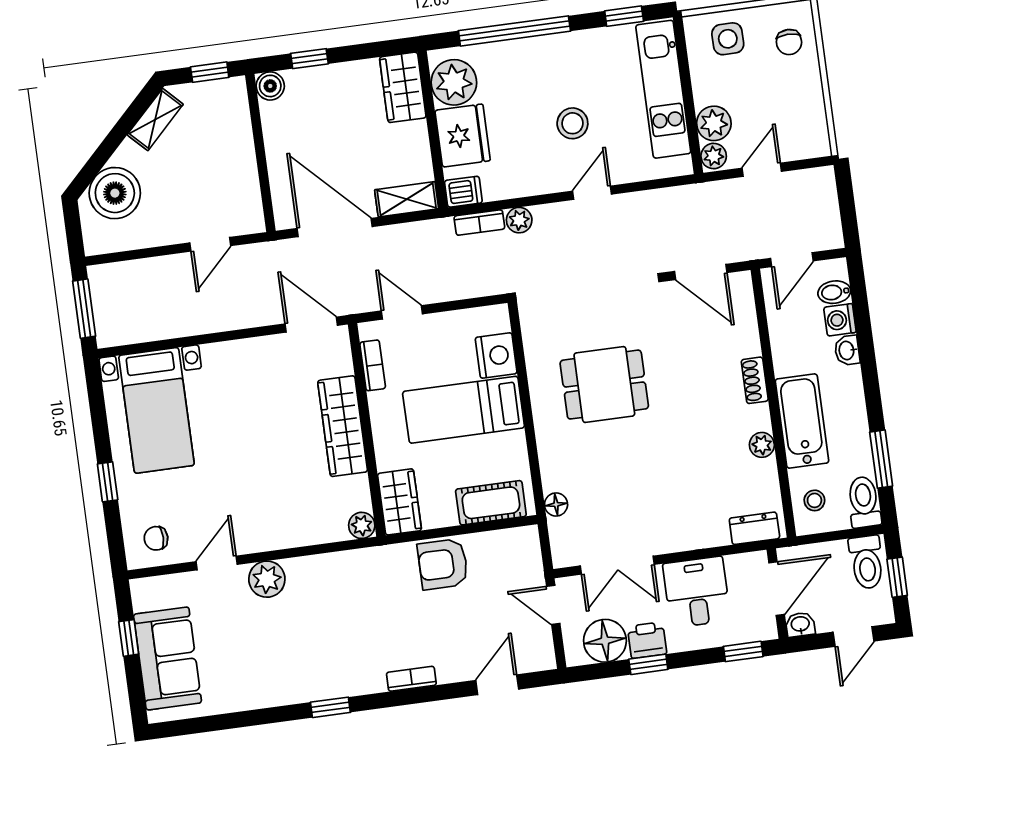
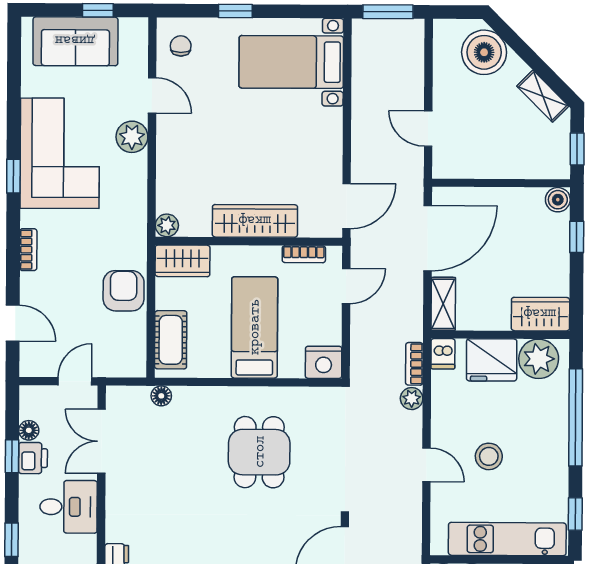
nightstand: (496, 355) -> (324, 362), moved
floor lamp: (605, 641) -> (29, 430), width x0.53, depth x0.53
corner sofa: (297, 658) -> (60, 153), added

